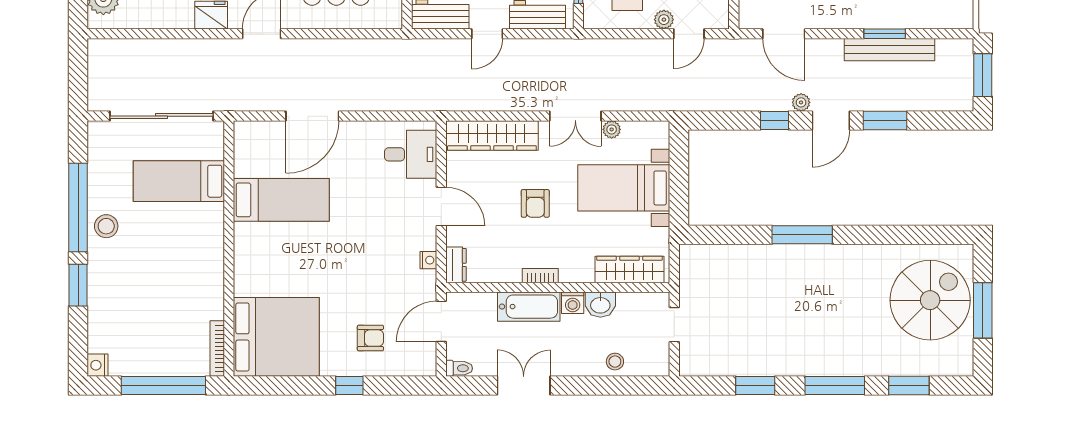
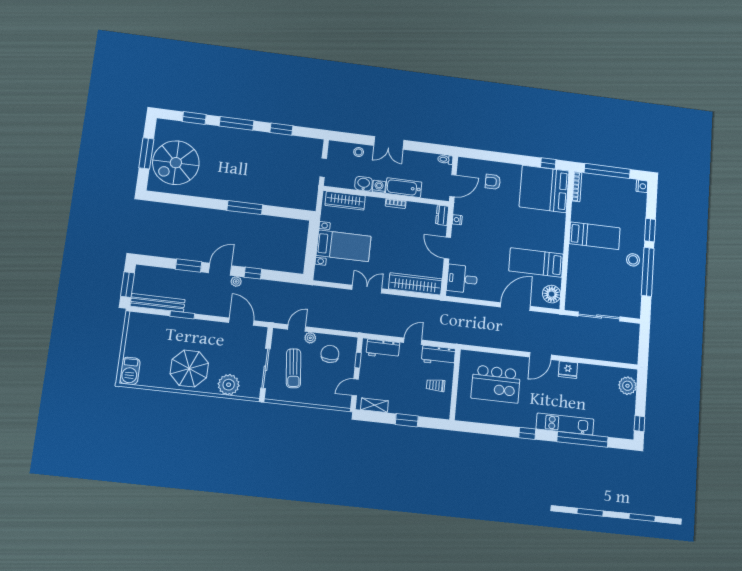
bench: (890, 50) -> (158, 303), moved
sliding door: (162, 116) -> (599, 317), width x0.73
plant: (612, 129) -> (347, 279), removed
floor lamp: (250, 146) -> (552, 294), added
bed: (179, 181) -> (595, 236), moved
armchair: (535, 203) -> (395, 243), removed
window: (349, 386) -> (548, 163), moved
double door: (524, 386) -> (389, 143), moved

